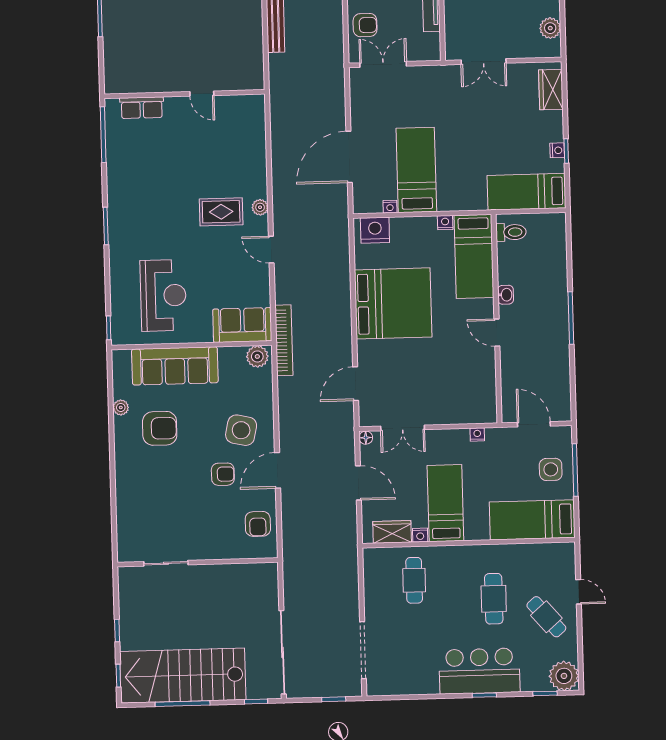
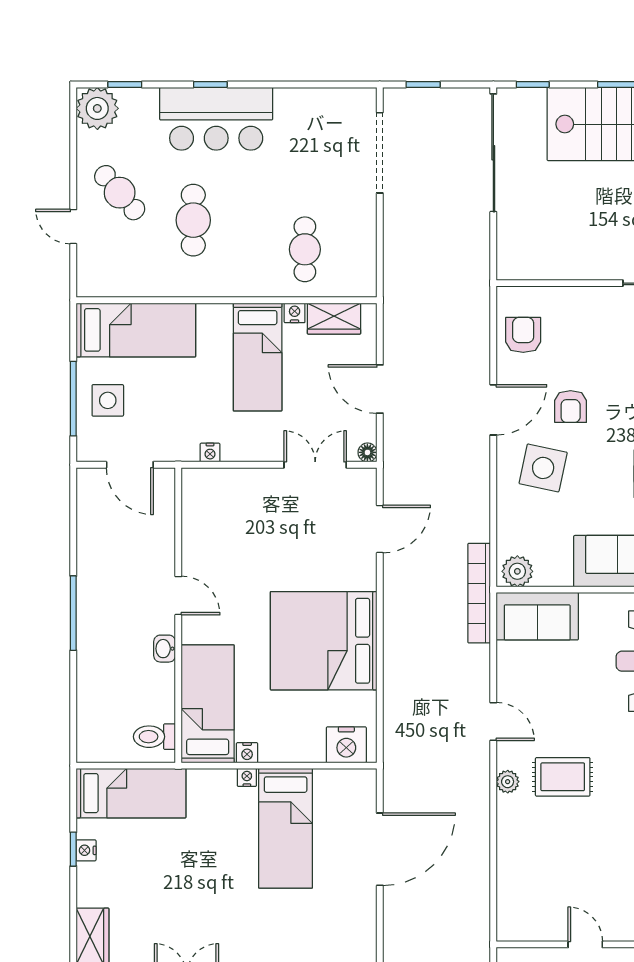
nightstand: (390, 207) -> (247, 777), moved
armchair: (223, 474) -> (571, 407), turned -90

